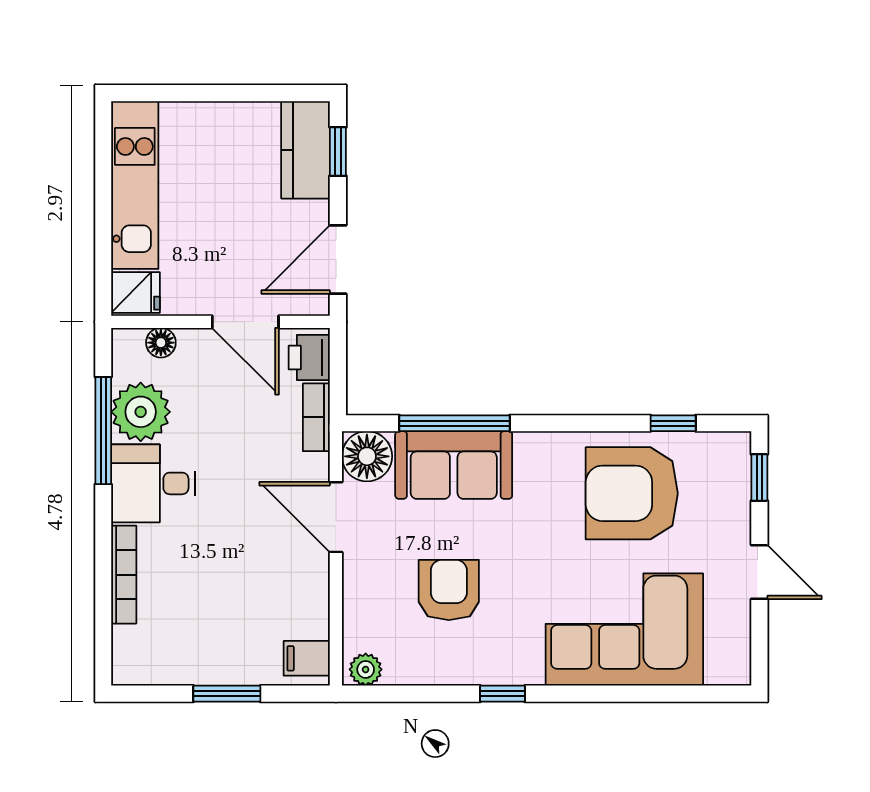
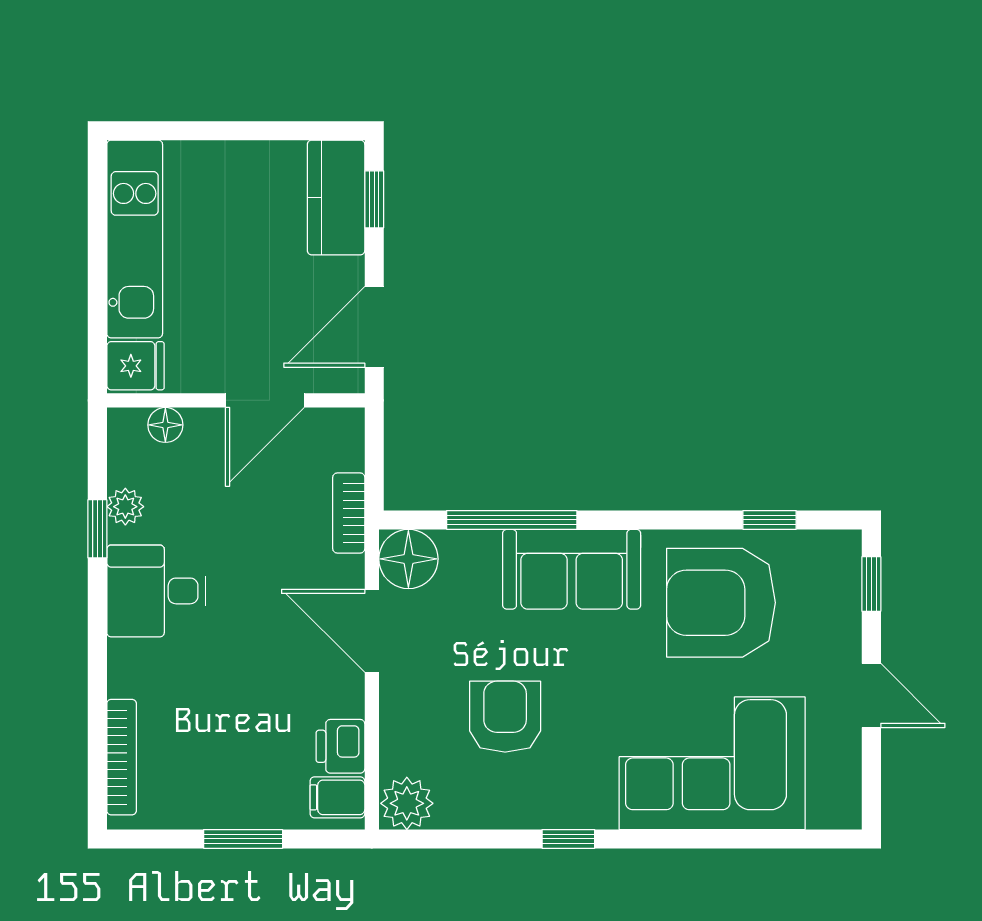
door: (245, 322) -> (265, 400), hinge flipped
printer: (309, 357) -> (340, 746), moved
plant: (141, 412) -> (125, 507), width x0.53, depth x0.53
window: (103, 431) -> (97, 529), width x0.46
sofa: (454, 465) -> (572, 569), moved
bookcase: (124, 575) -> (122, 757), moved
plant: (366, 669) -> (407, 803), width x1.38, depth x1.38

